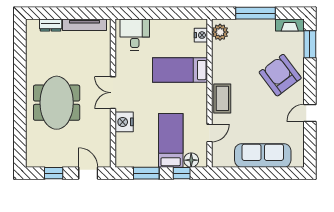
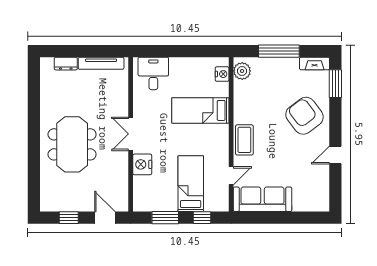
sofa: (263, 155) -> (263, 199), moved
floor lamp: (191, 160) -> (212, 204), removed

